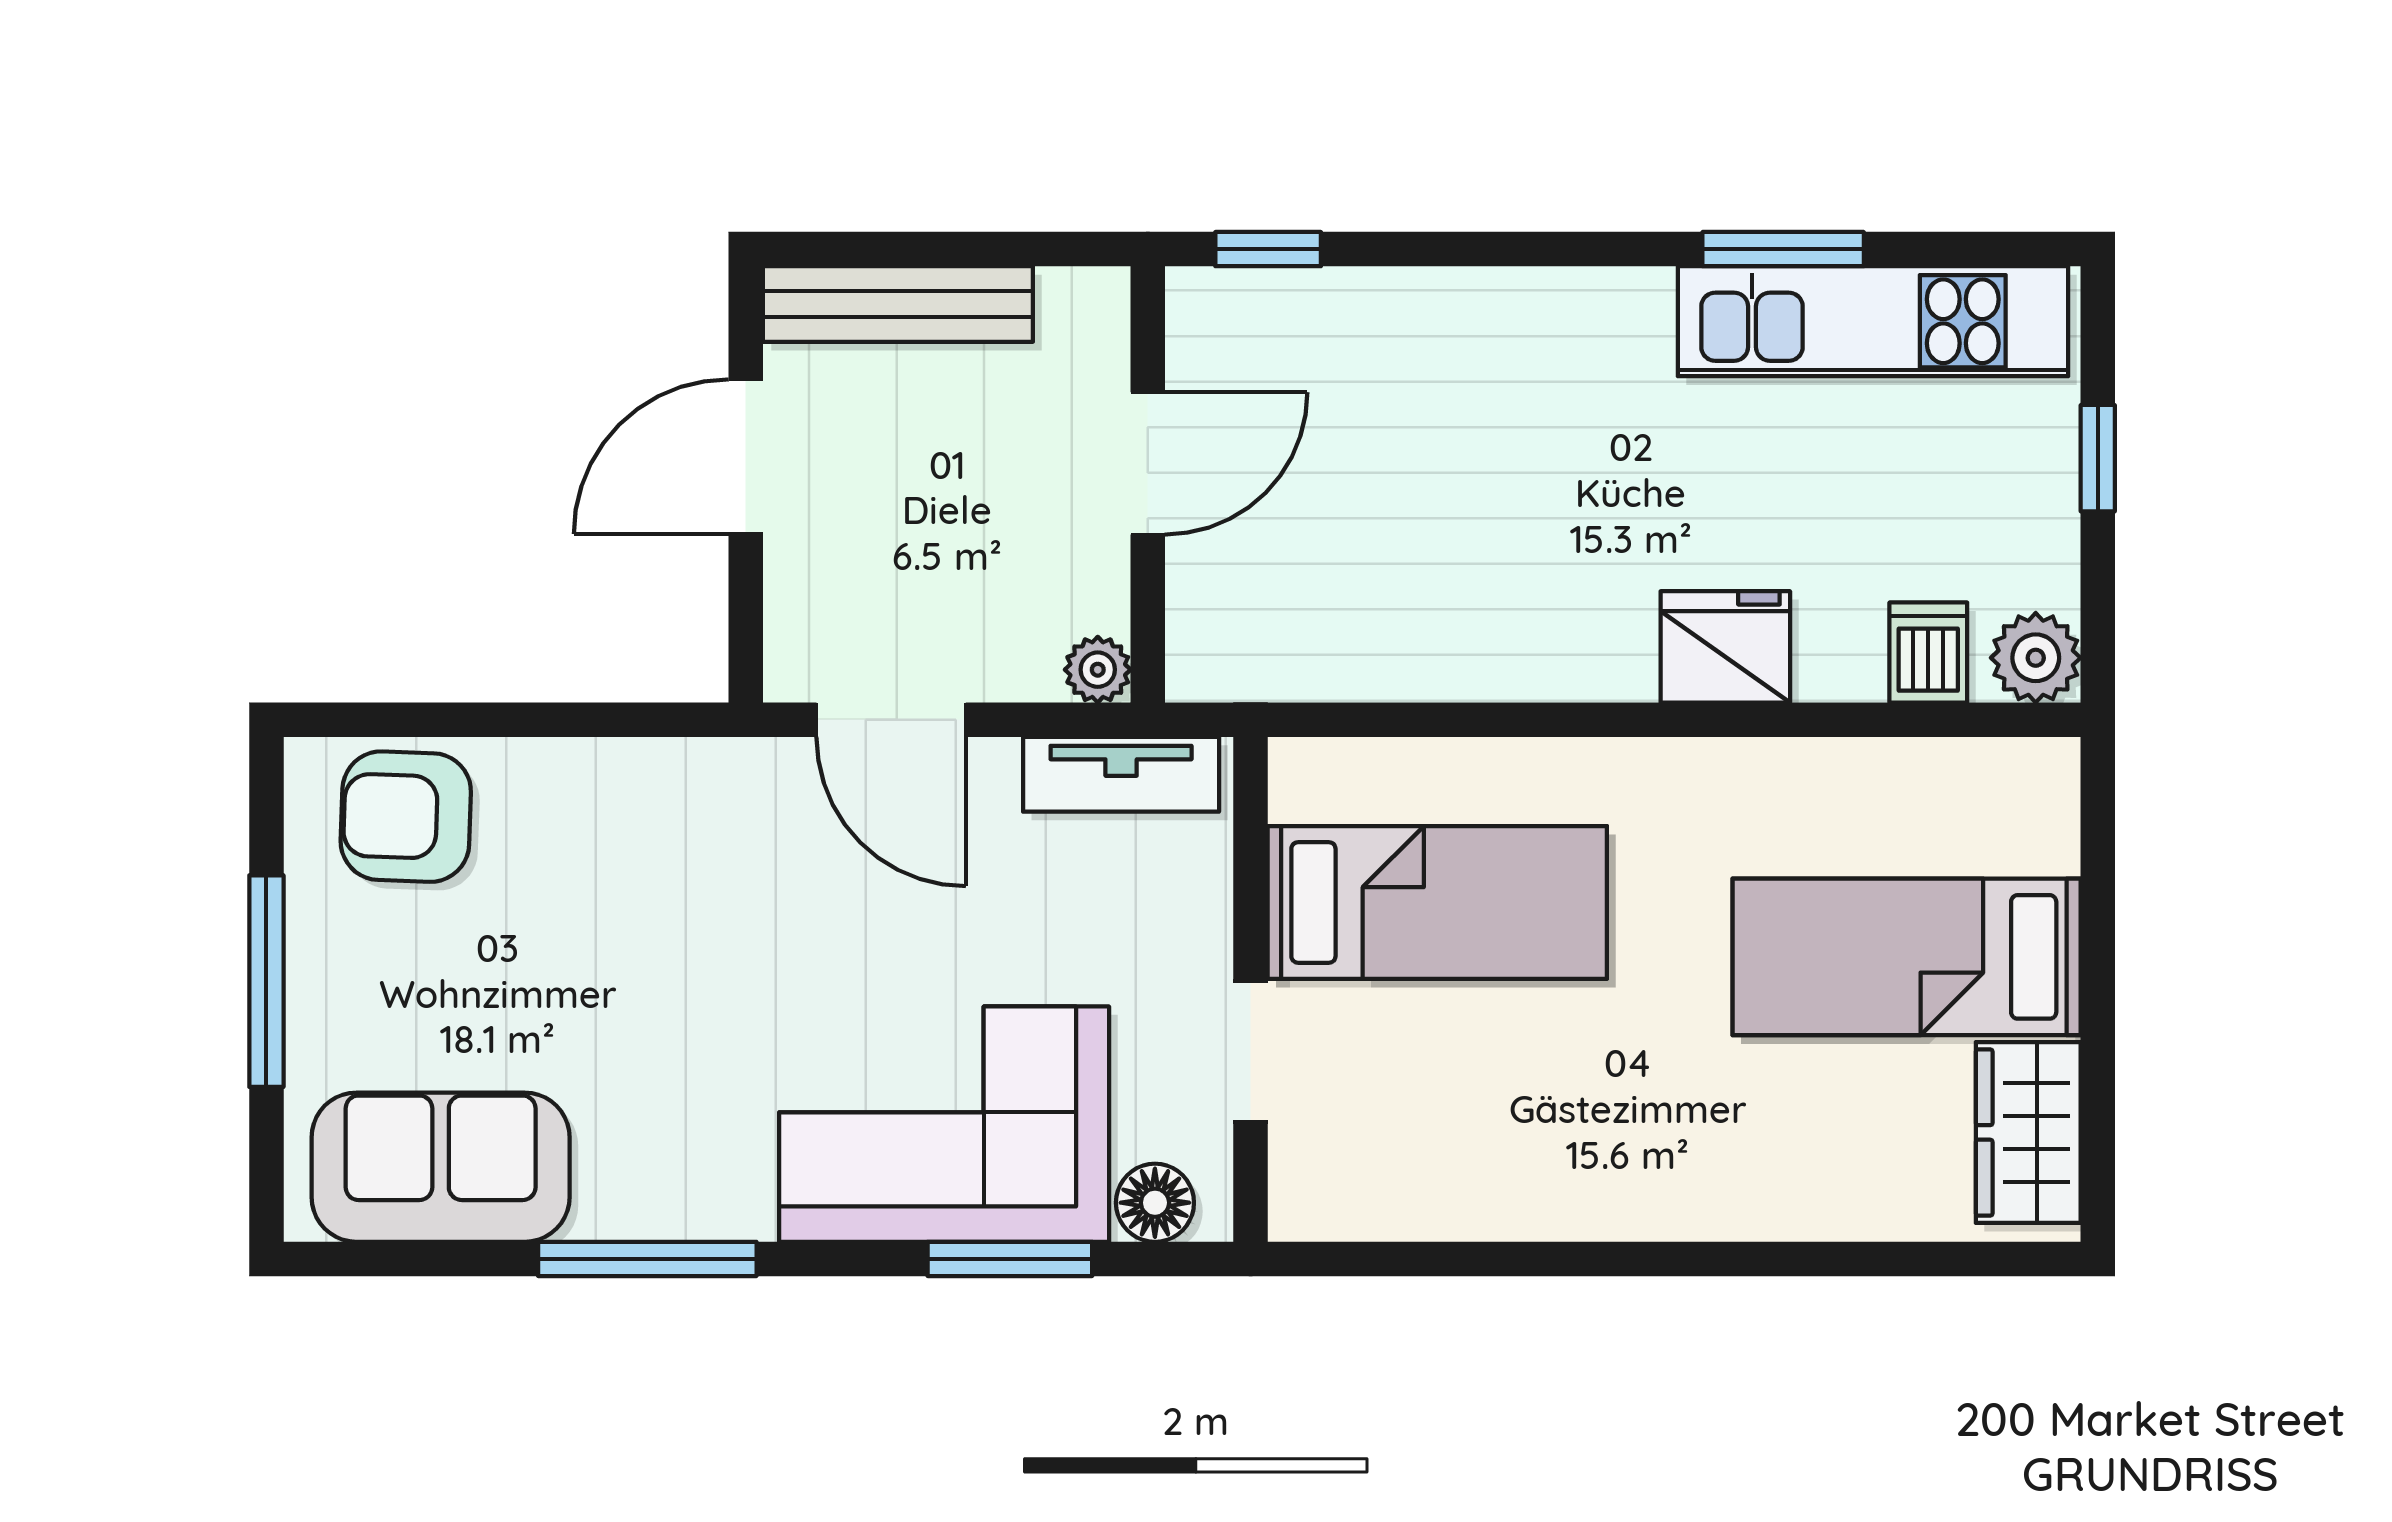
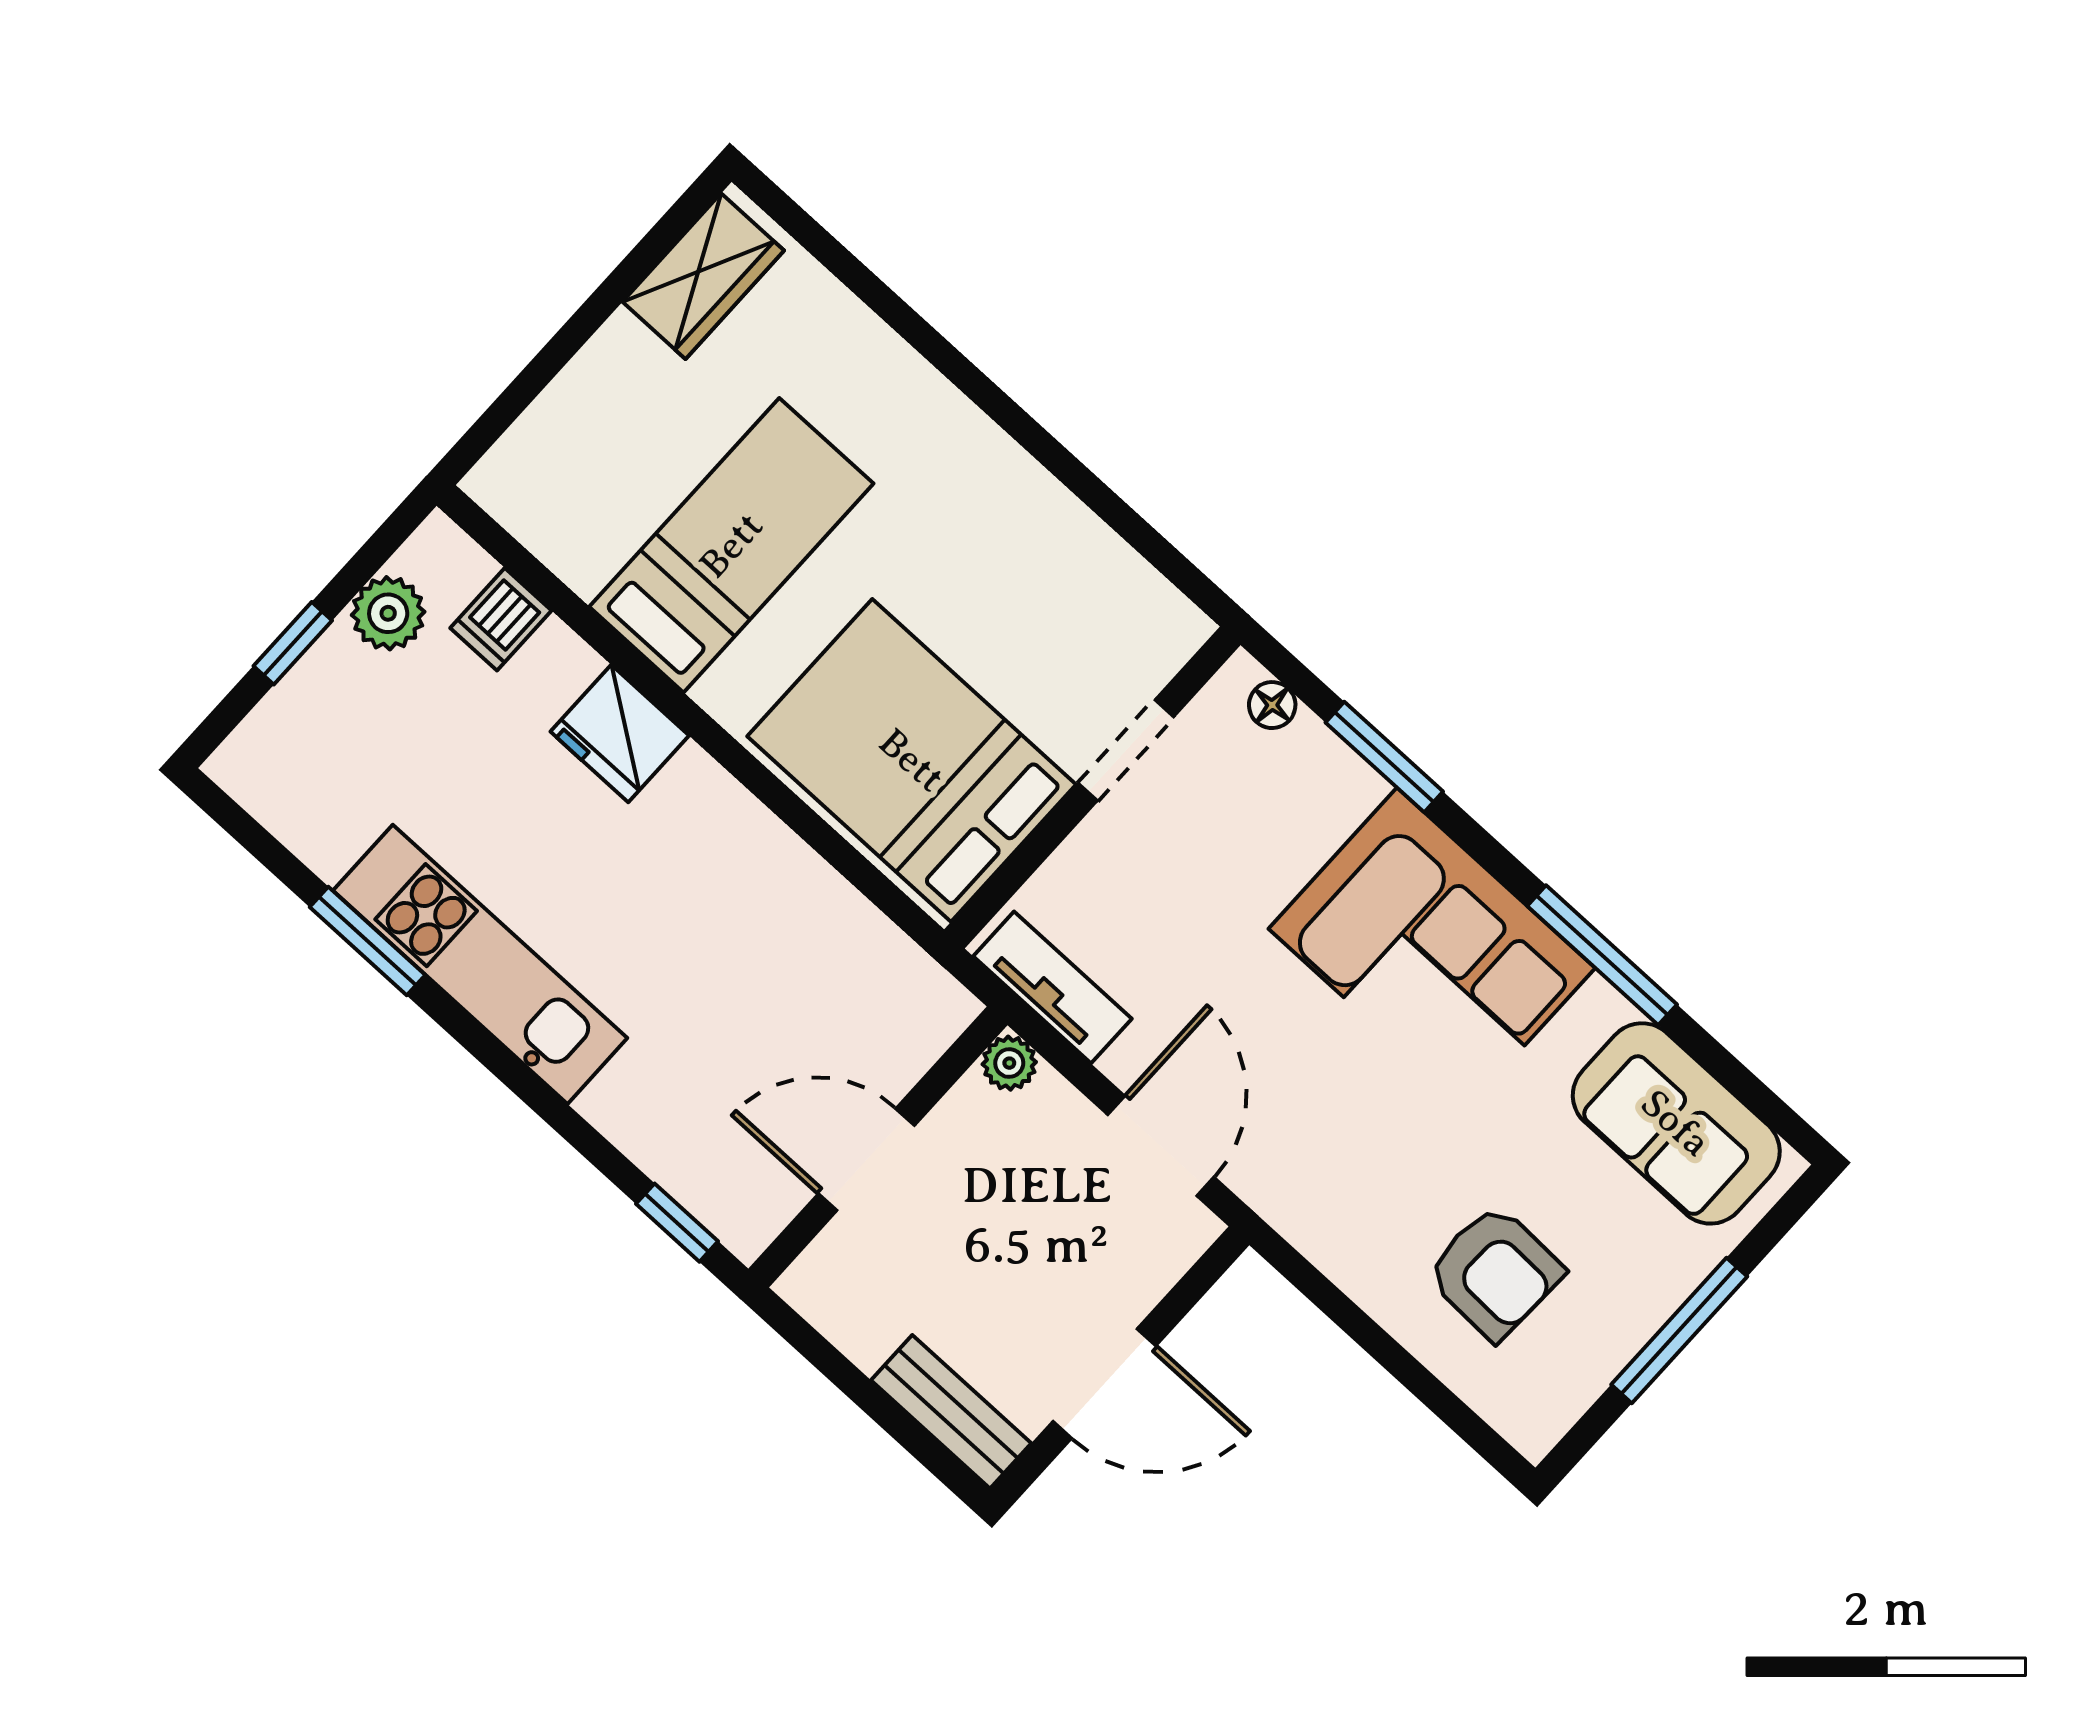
bench: (898, 304) -> (951, 1412), width x0.73
kitchen unit: (1873, 321) -> (480, 964), moved
plant: (2036, 658) -> (388, 613), moved
armchair: (406, 817) -> (1495, 1272), moved
bed: (1437, 902) -> (912, 760), width x1.50
bed: (1907, 957) -> (731, 545), moved, turned -90
corner sofa: (944, 1124) -> (1432, 948), moved
floor lamp: (1155, 1203) -> (1272, 705), width x0.73, depth x0.73

